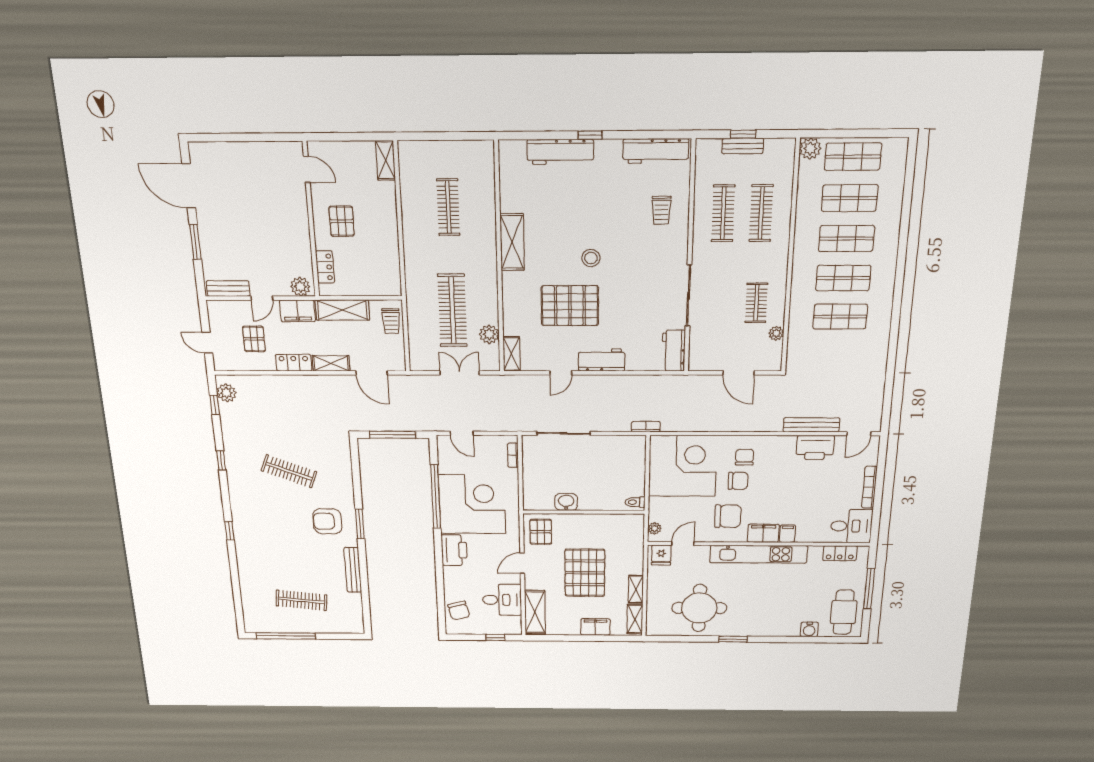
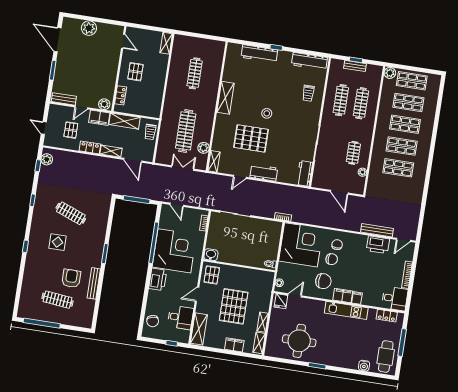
plant: (239, 155) -> (89, 28), added
washbasin: (566, 502) -> (211, 255), moved
display table: (279, 518) -> (57, 242), added
armchair: (327, 521) -> (71, 278), moved, turned 90
kitchen unit: (759, 554) -> (346, 310), width x0.73

